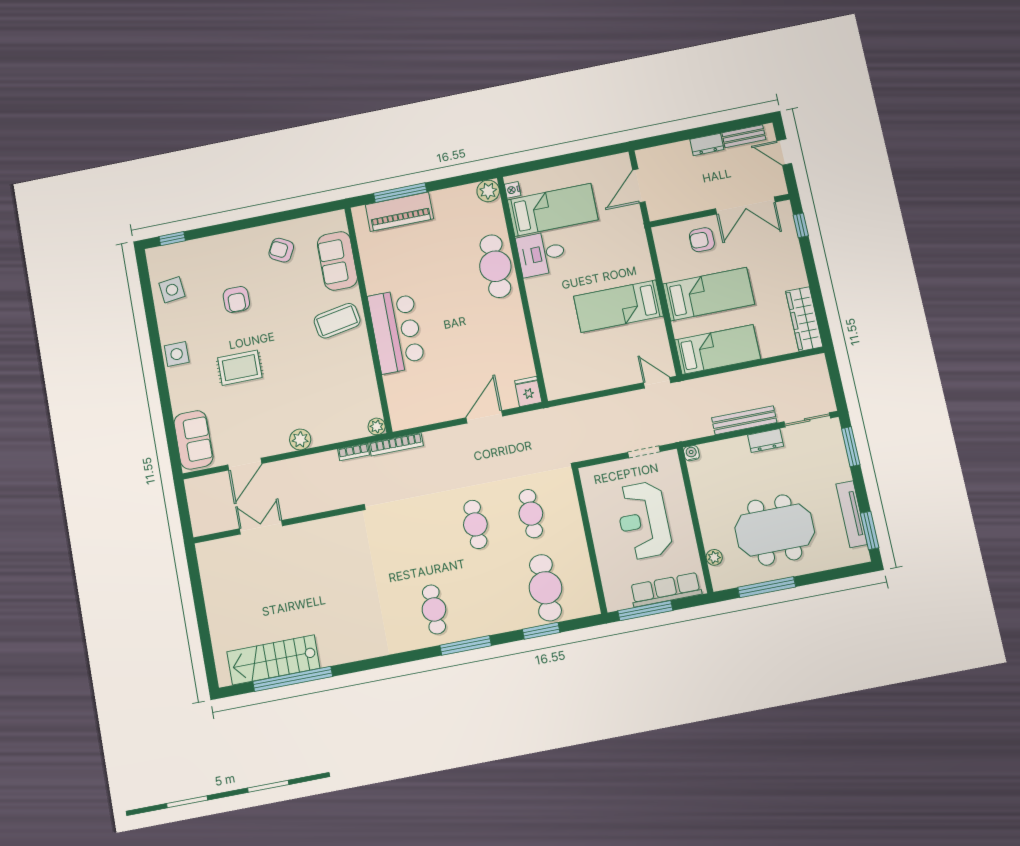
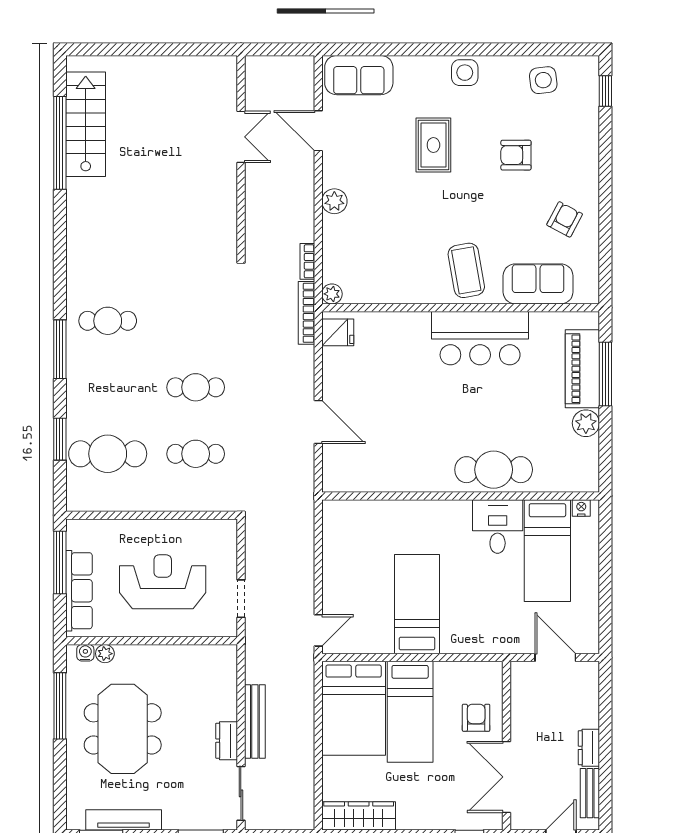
plant: (488, 191) -> (586, 423), moved
bar counter: (396, 331) -> (480, 338), moved
bed: (718, 350) -> (354, 708), width x1.50
fridge: (528, 391) -> (338, 332), moved
water cooler: (691, 453) -> (85, 653), moved, turned -90

